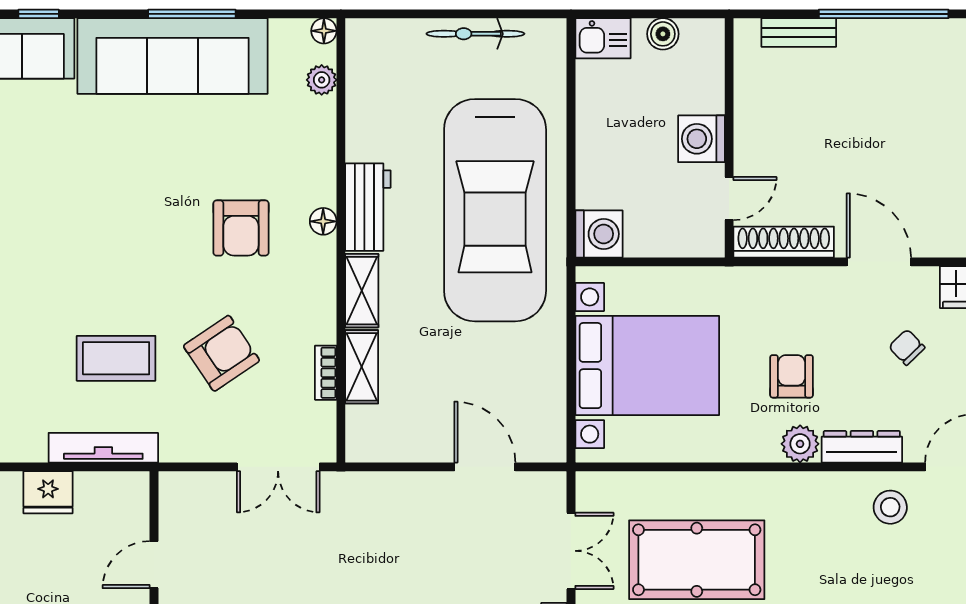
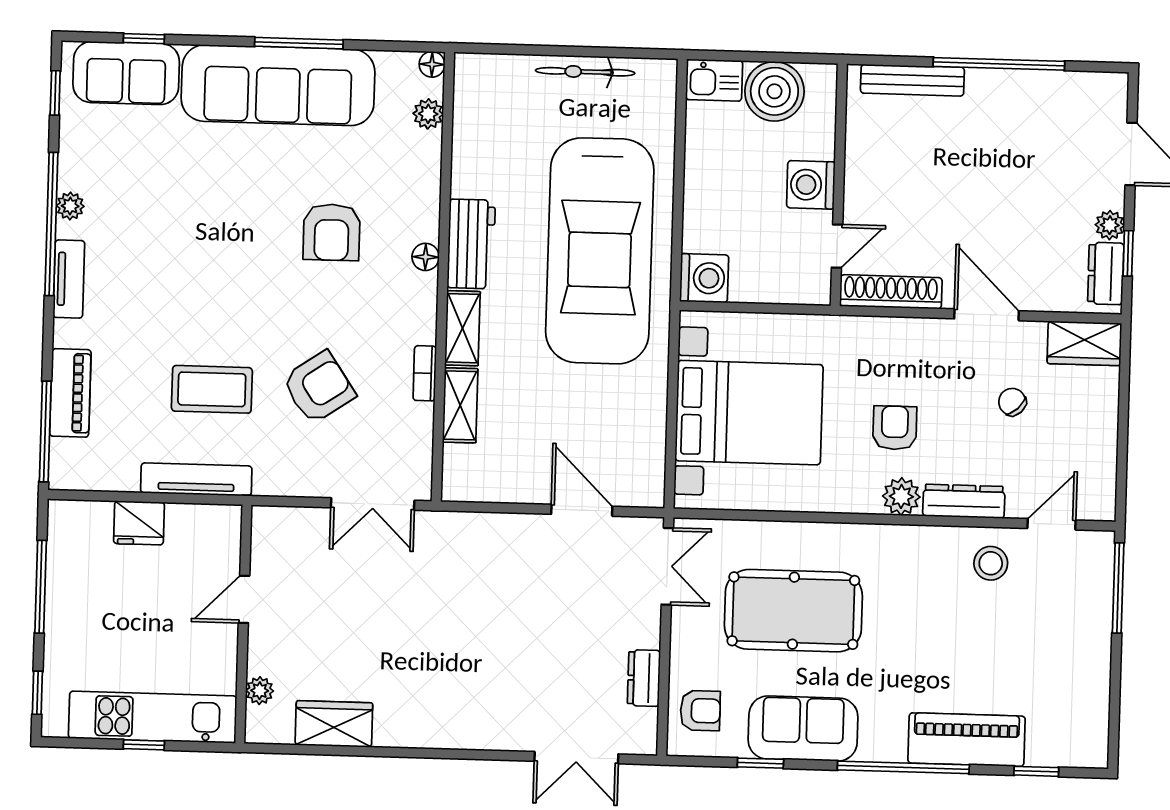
bench: (799, 32) -> (912, 80), width x1.36
boiler: (663, 34) -> (774, 91), width x1.86, depth x1.86
armchair: (241, 228) -> (332, 232), moved
bookcase: (326, 373) -> (425, 373), moved
double door: (571, 551) -> (667, 566), moved

